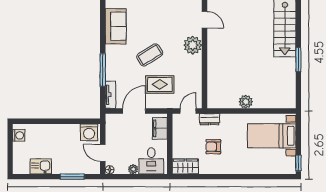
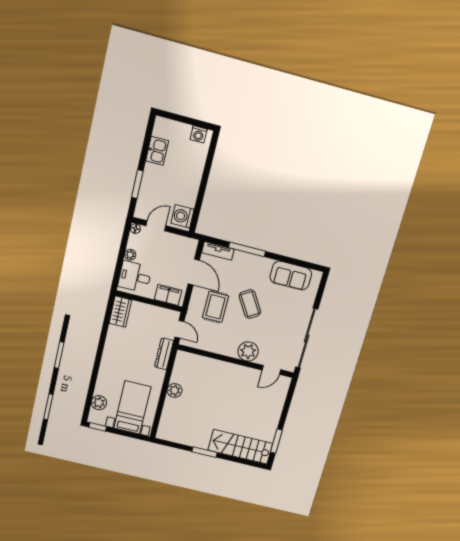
dresser: (210, 119) -> (164, 354), width x1.44
armchair: (213, 147) -> (135, 346), removed
plant: (275, 167) -> (99, 403), added

